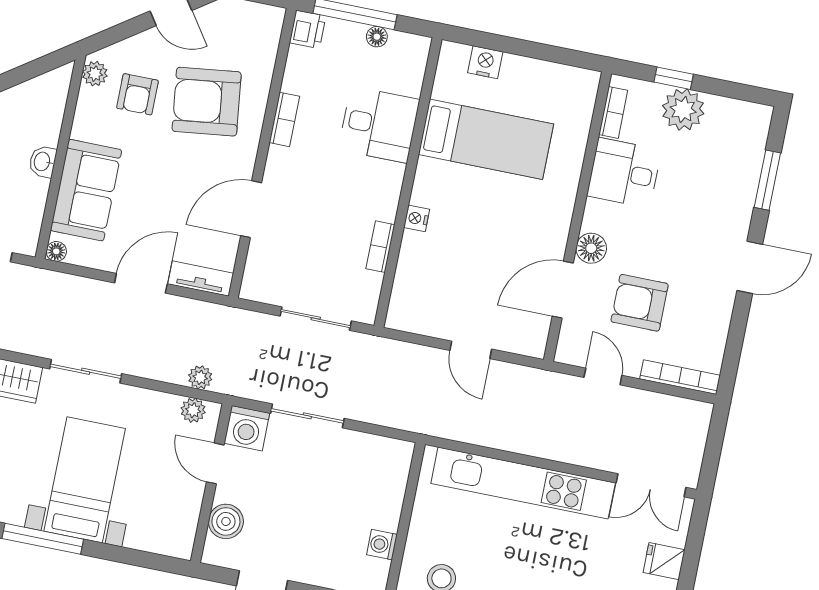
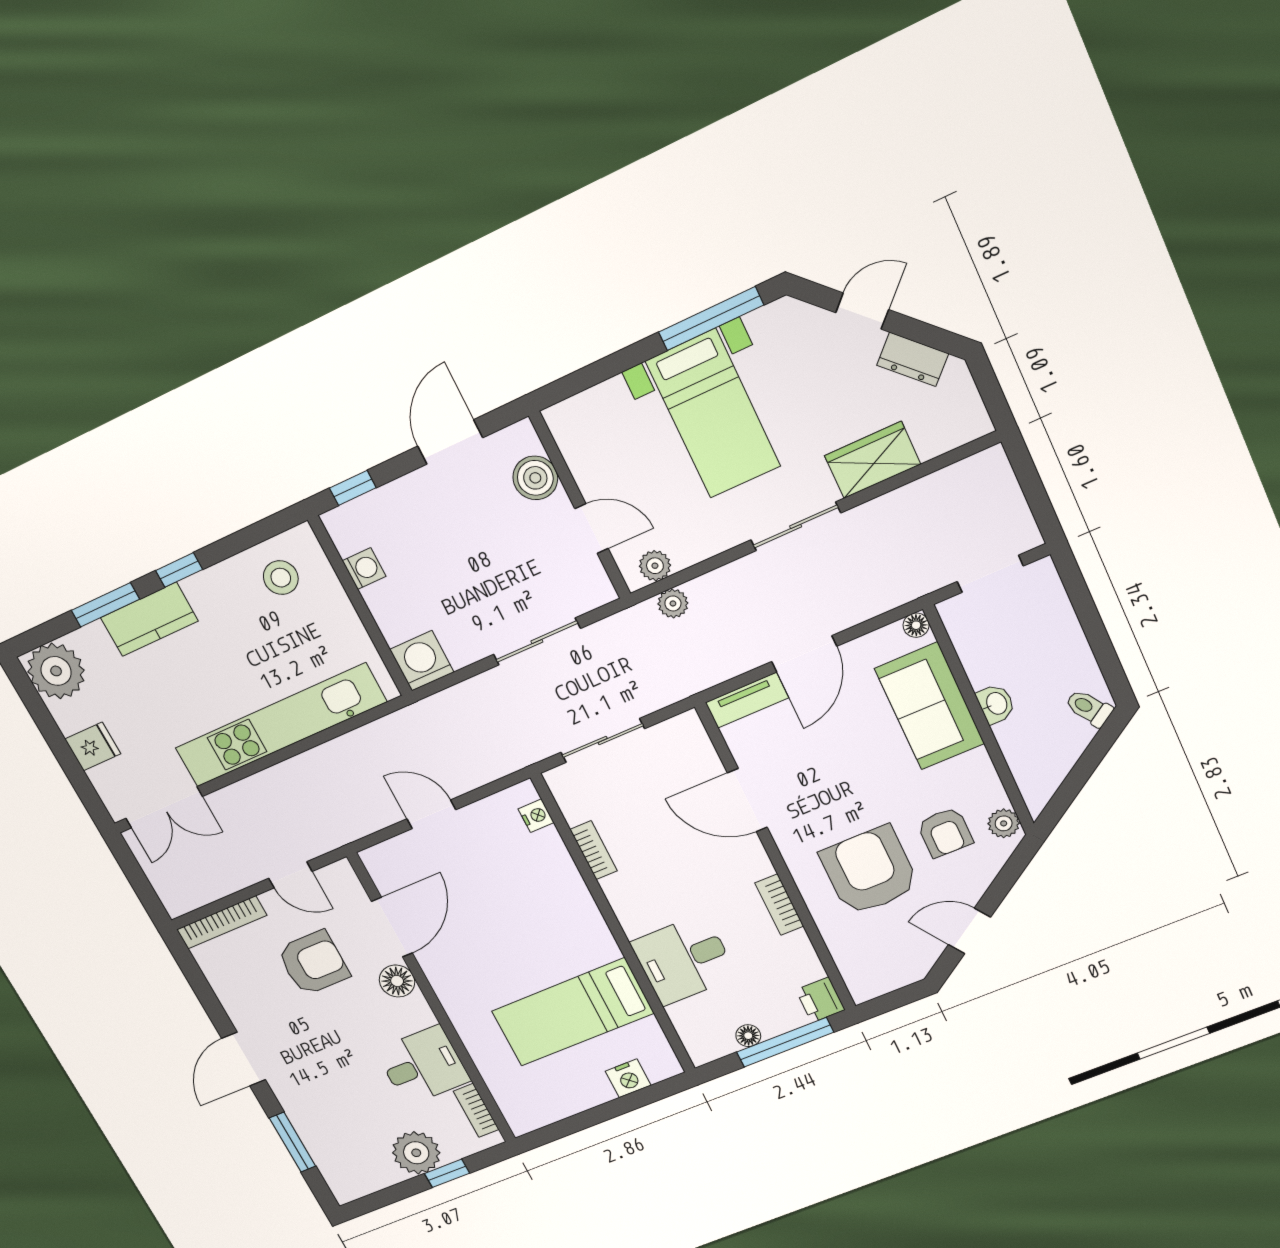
armchair: (137, 94) -> (945, 832), turned 180
armchair: (207, 102) -> (869, 871), turned -83
door: (251, 209) -> (747, 800), swing flipped
nightstand: (417, 218) -> (536, 816), moved
washing machine: (247, 428) -> (422, 661), moved
double door: (651, 485) -> (164, 807), swing flipped

